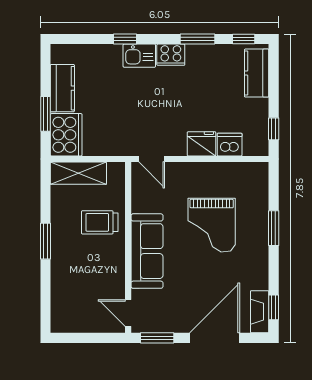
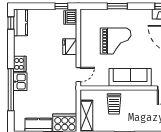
window: (125, 39) -> (11, 90), width x3.17
window: (198, 39) -> (11, 49), removed
kitchen counter: (257, 73) -> (20, 22), moved, turned -90
dishwasher: (230, 145) -> (70, 18), moved

